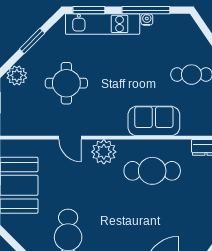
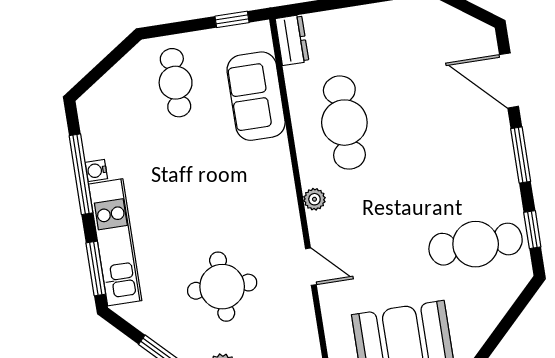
sofa: (154, 121) -> (256, 96), moved
door: (70, 138) -> (311, 267), hinge flipped
plant: (104, 152) -> (314, 199), width x0.53, depth x0.53

